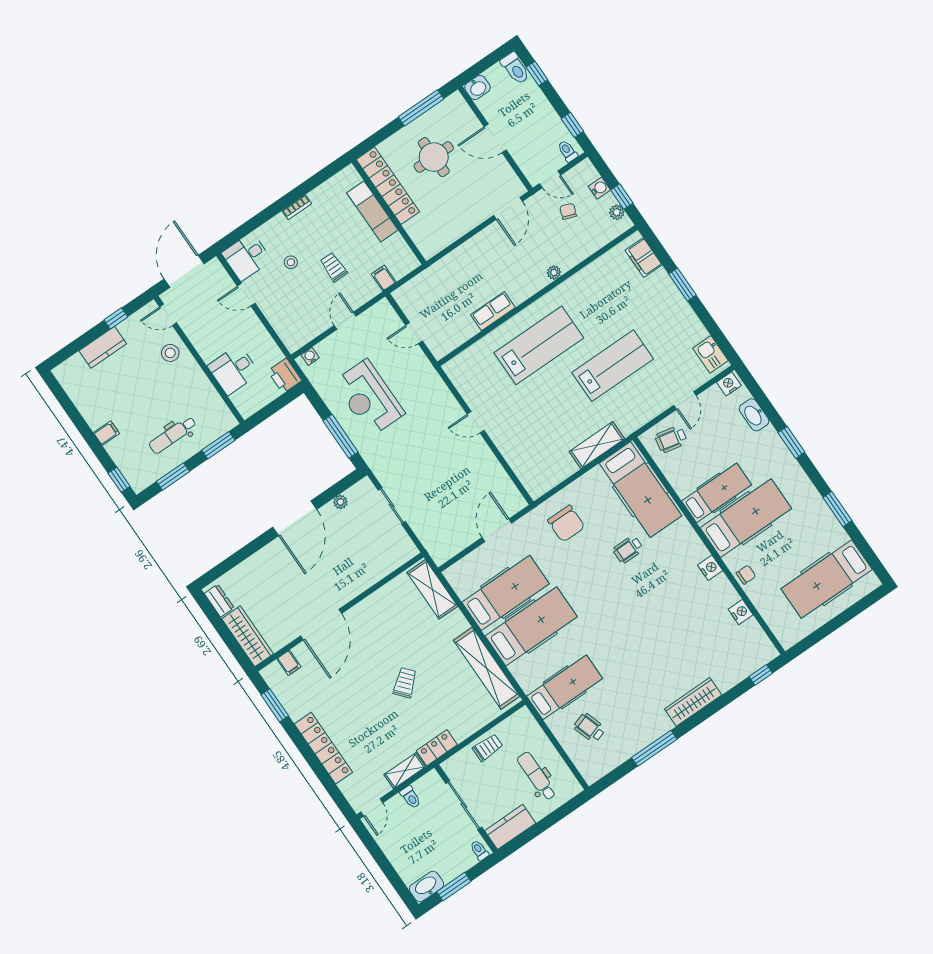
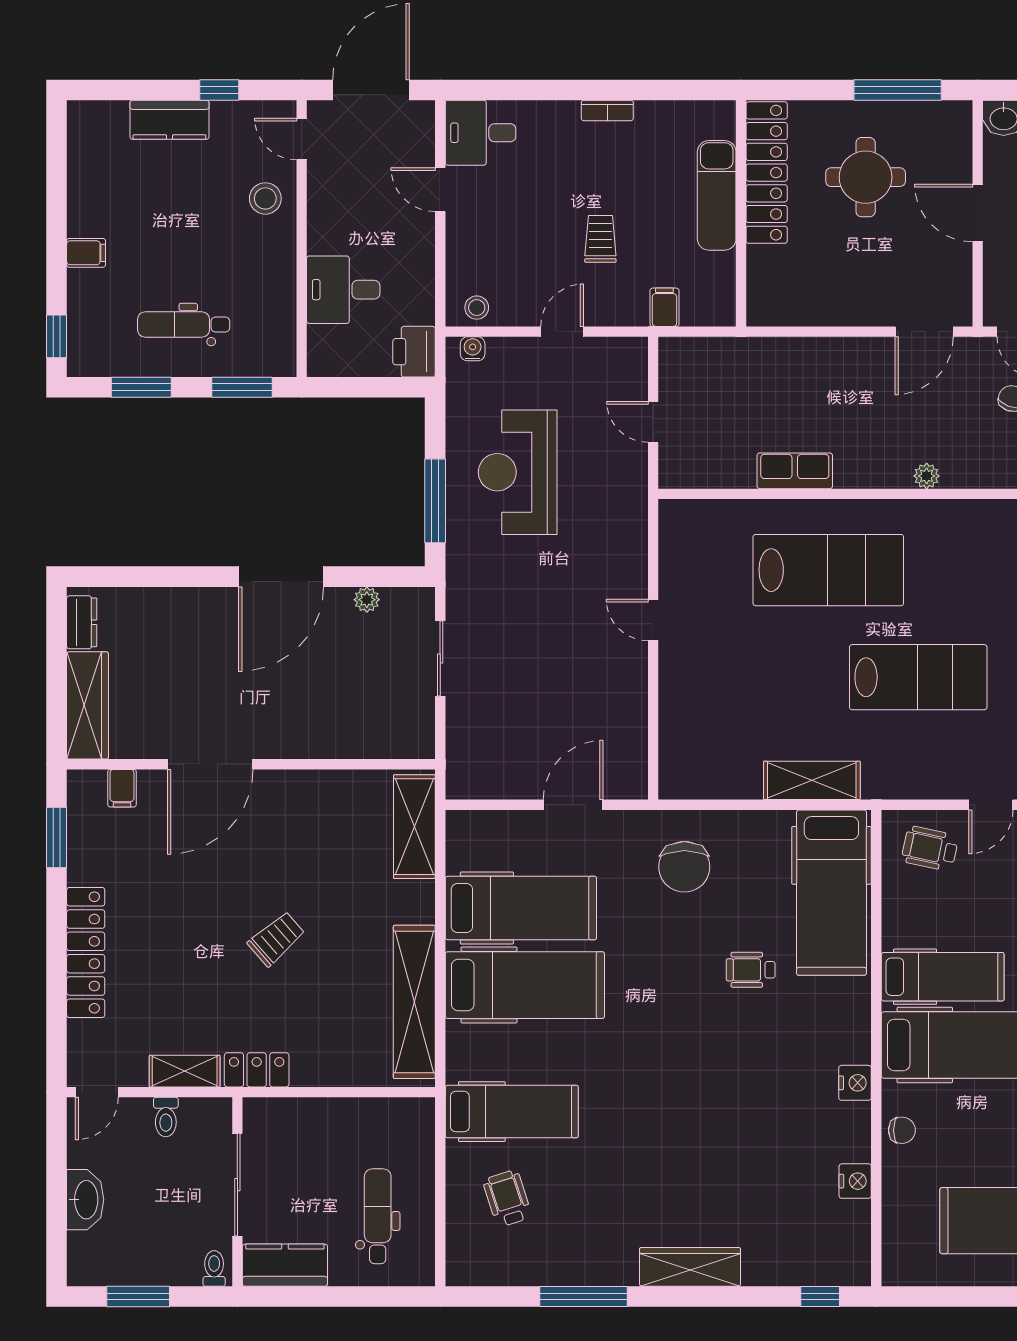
stool: (291, 262) -> (477, 308), moved
trolley: (488, 748) -> (333, 1122), removed
washbasin: (426, 887) -> (85, 1200), moved, turned 90

